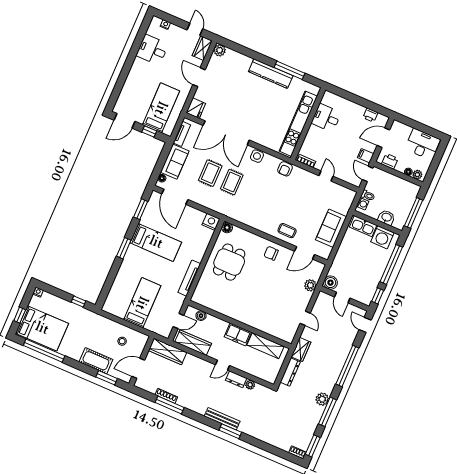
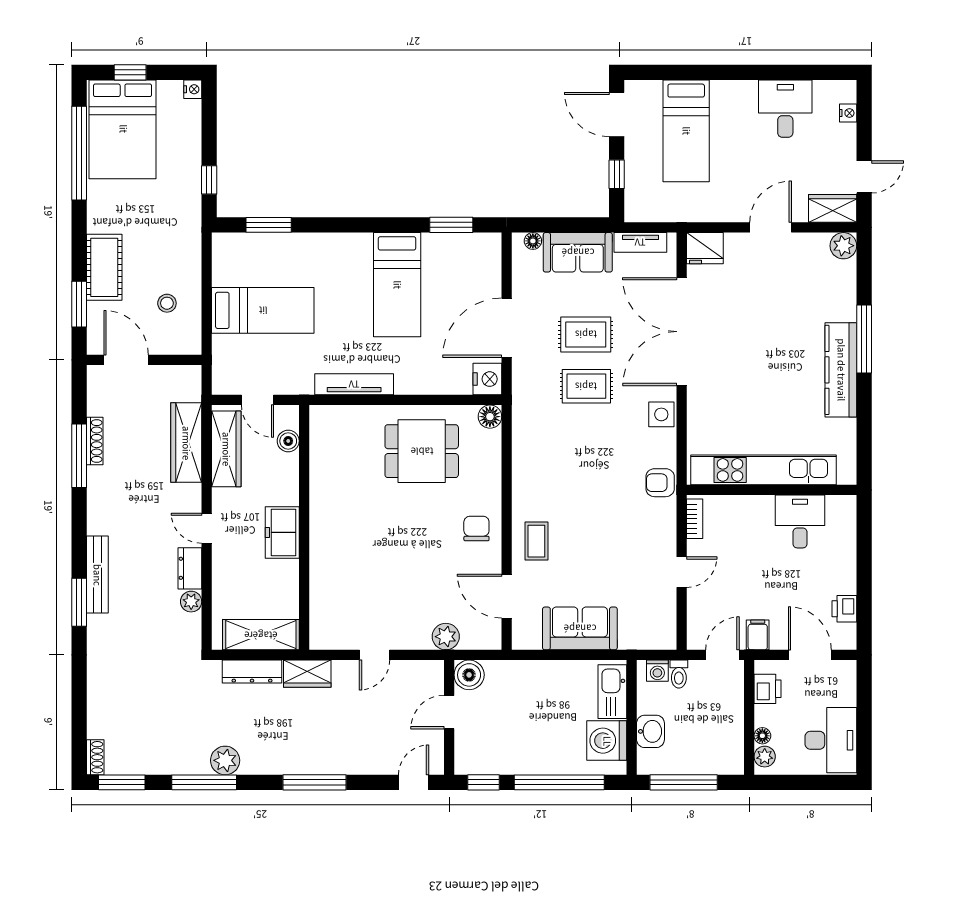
window: (289, 70) -> (864, 339), moved
bed: (161, 108) -> (686, 131), moved, turned 90
door: (175, 197) -> (507, 328), moved
window: (124, 248) -> (269, 225), moved
shelving: (266, 346) -> (261, 635), moved, turned 90
wardrobe: (168, 351) -> (186, 443), moved
window: (347, 366) -> (314, 782), width x0.68

